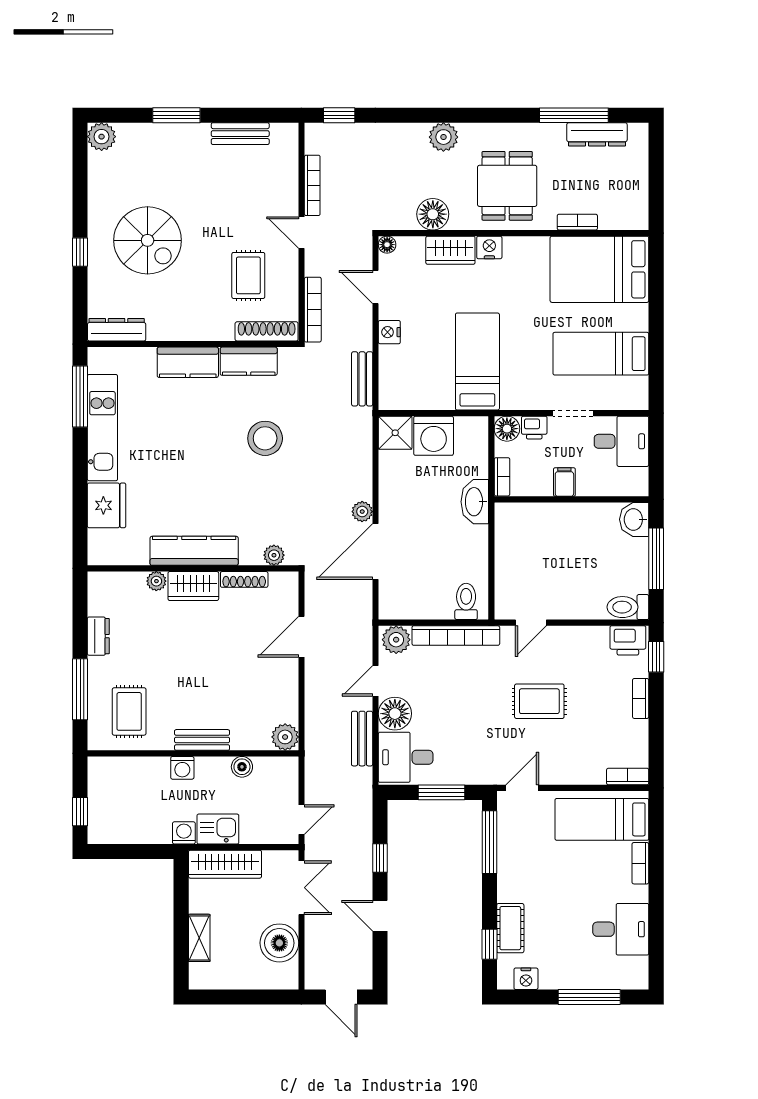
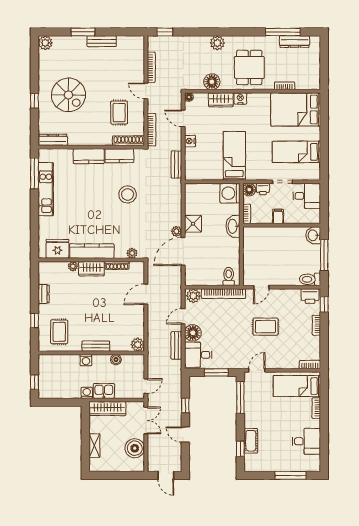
bench: (240, 134) -> (102, 41), moved
shower: (395, 433) -> (193, 224), moved
washing machine: (434, 436) -> (230, 193), moved, turned 90
fridge: (106, 505) -> (57, 249), moved, turned -90
window: (80, 689) -> (35, 321), width x0.46
nightstand: (526, 979) -> (259, 466), removed

